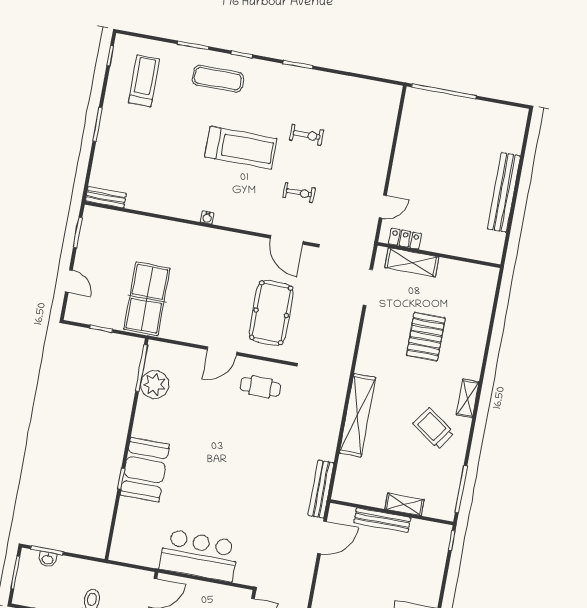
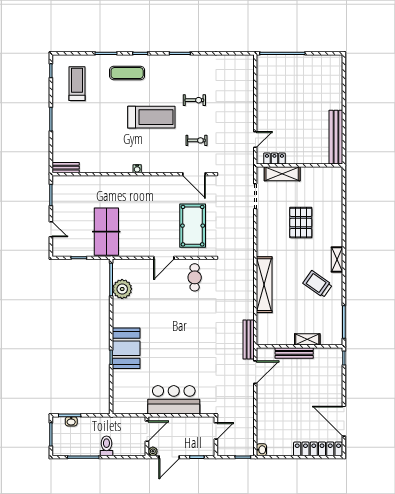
bench: (504, 192) -> (336, 137), moved
cafe table: (261, 387) -> (195, 277), turned 90

